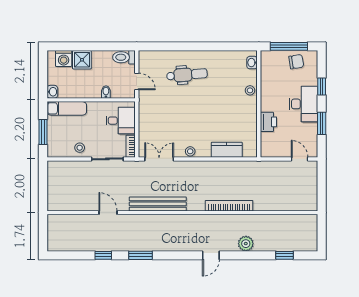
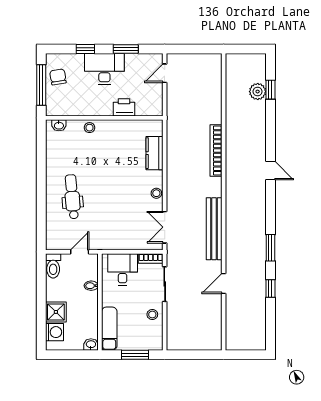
plant: (246, 244) -> (258, 92), moved

